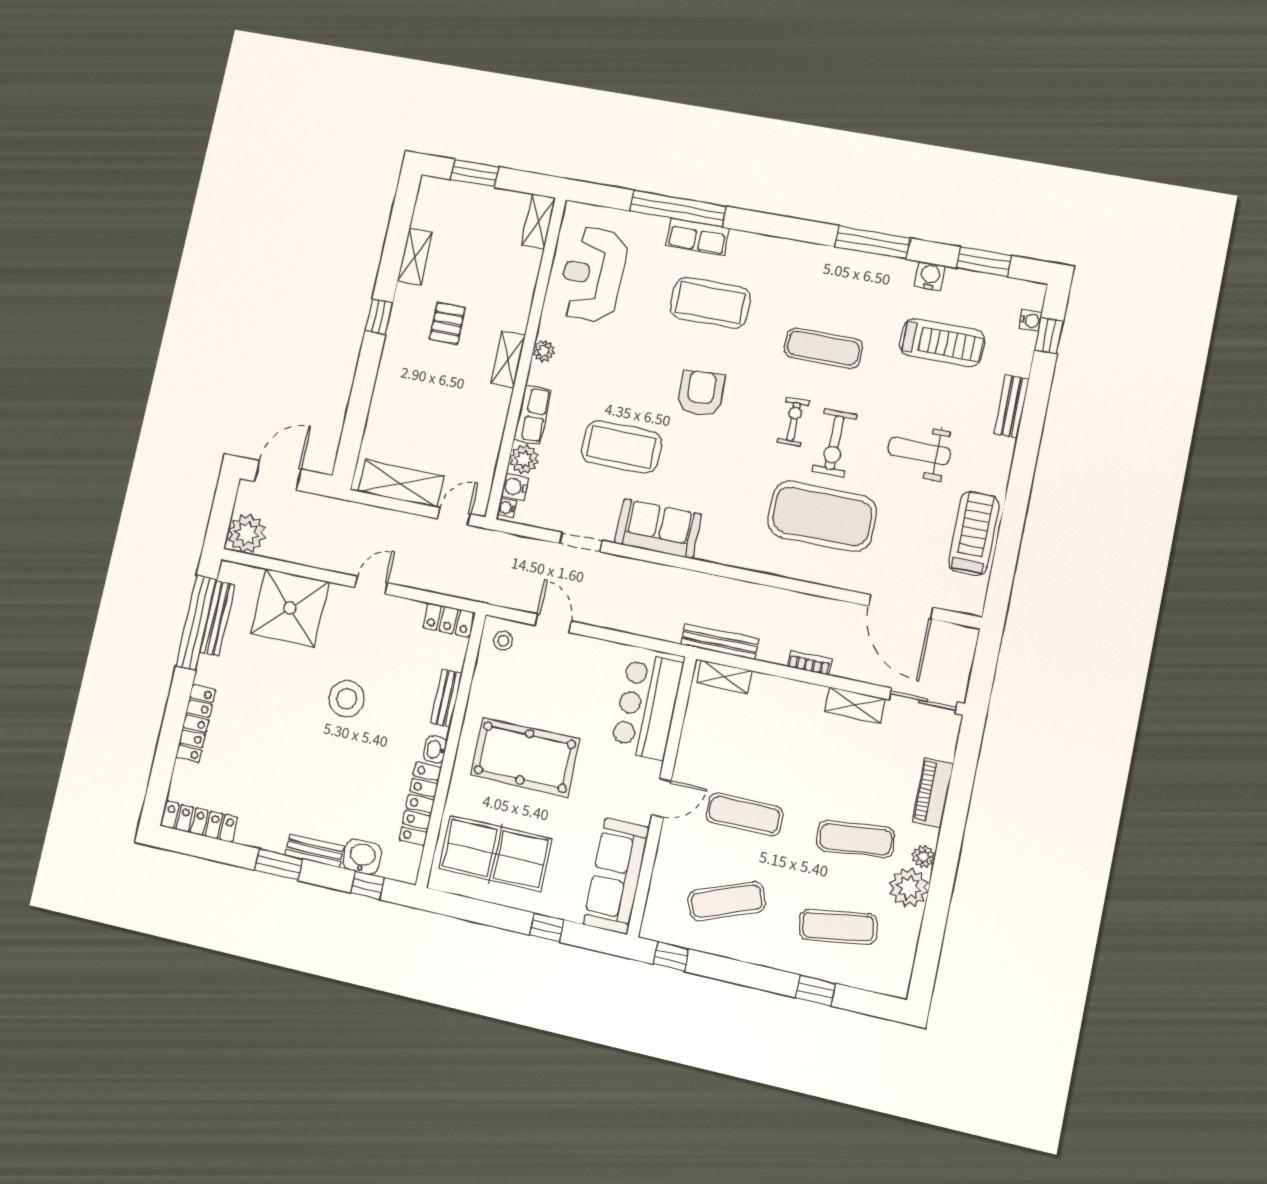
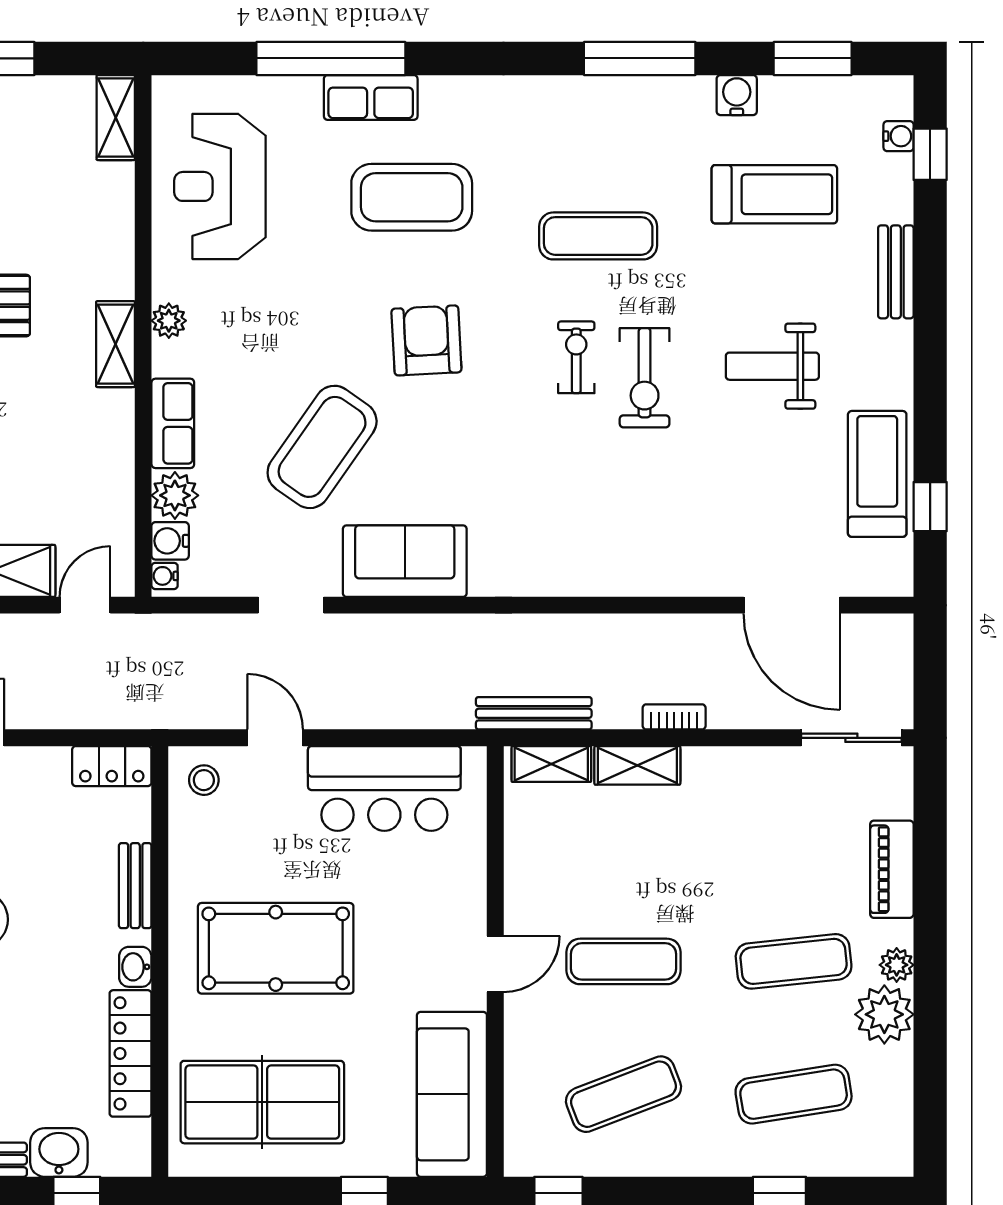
coffee table: (621, 447) -> (322, 447), turned -55
exercise mat: (822, 516) -> (648, 493), removed
window: (1005, 561) -> (930, 507), added
shelving: (855, 705) -> (637, 765), moved
bar counter: (647, 706) -> (384, 788), moved, turned -90

